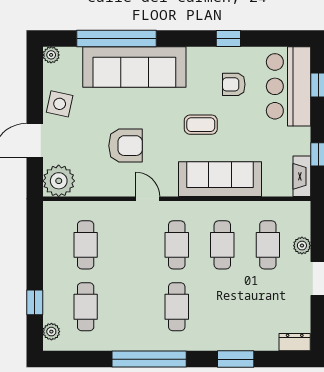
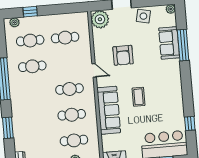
window: (117, 38) -> (183, 45), width x0.68
window: (228, 38) -> (190, 123), moved
sofa: (134, 67) -> (169, 43), width x0.54, depth x0.79
armchair: (234, 84) -> (163, 113), removed
door: (148, 199) -> (94, 70), hinge flipped
cafe table: (177, 307) -> (32, 66), moved

